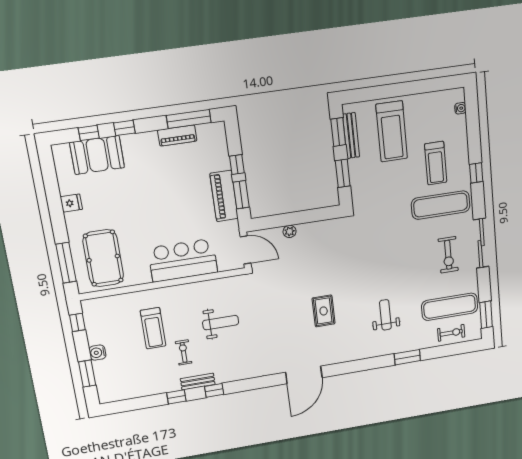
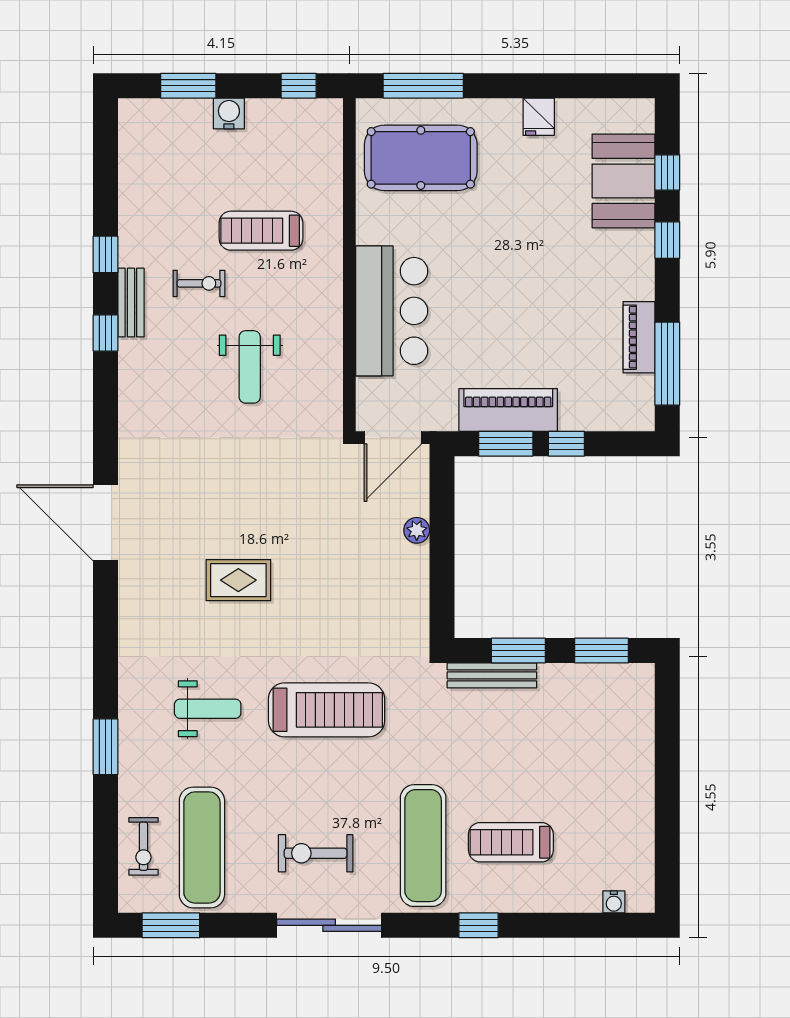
treadmill: (392, 131) -> (326, 710), moved, turned 180
bench: (351, 136) -> (492, 675), moved

